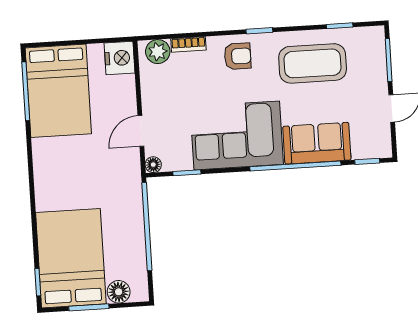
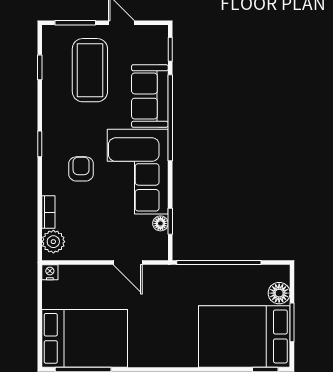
armchair: (238, 56) -> (81, 169), moved
nightstand: (120, 58) -> (50, 272), width x0.53, depth x0.56
coffee table: (313, 63) -> (90, 70), moved
floor lamp: (153, 165) -> (160, 223), moved

